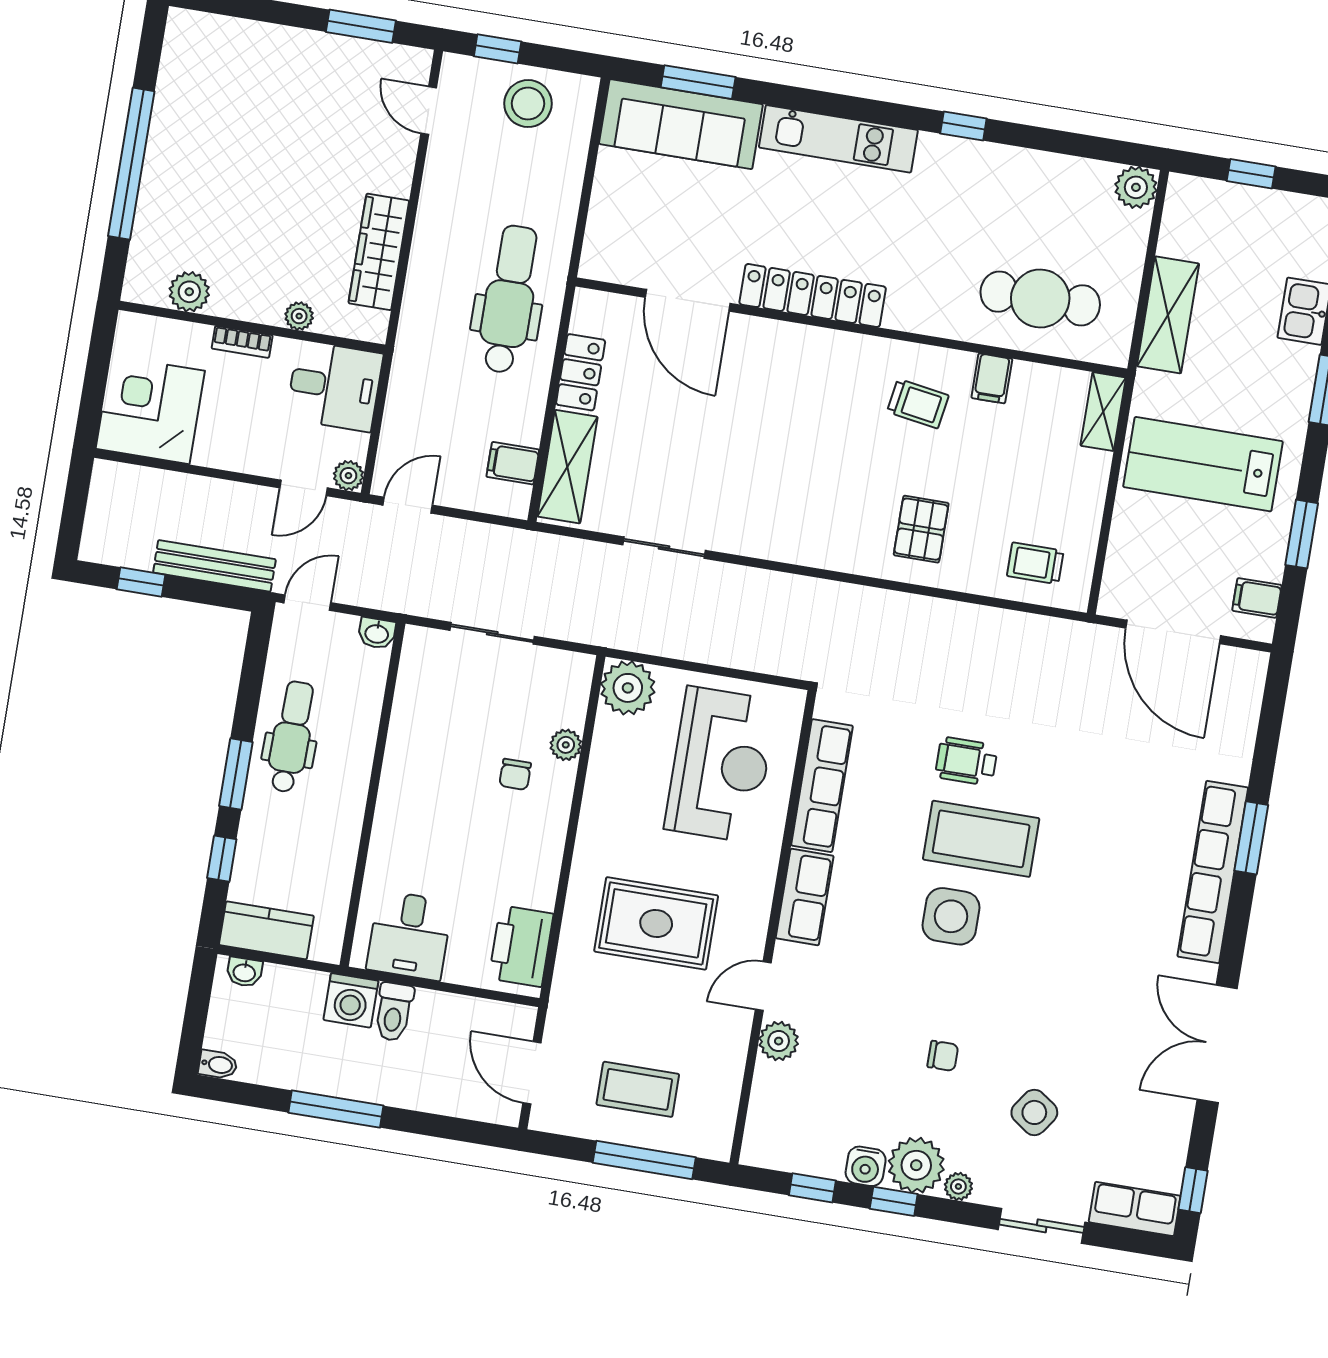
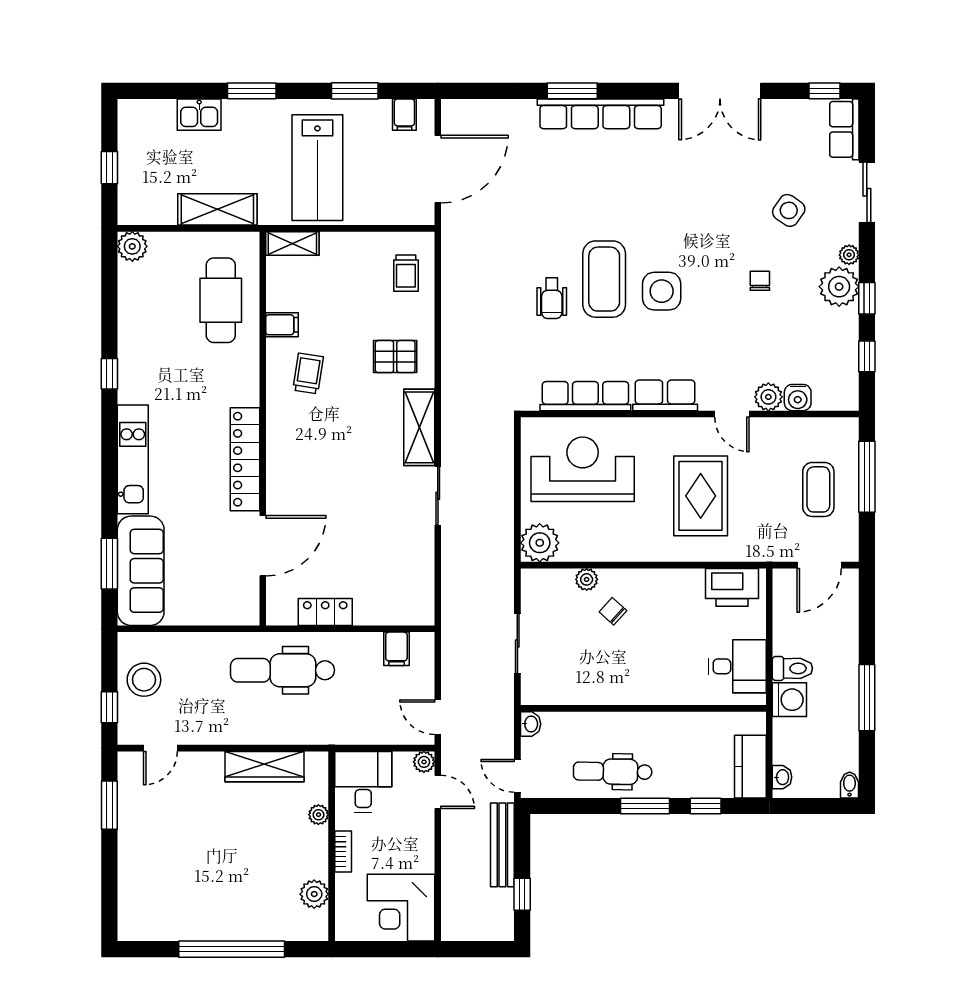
shelving: (567, 467) -> (419, 427), moved, turned 90
sliding door: (664, 548) -> (438, 496), moved
chair: (515, 774) -> (613, 611), turned -138
water cooler: (866, 1166) -> (798, 398), moved, turned 90

